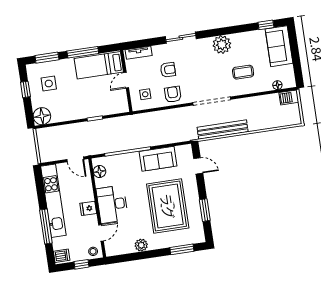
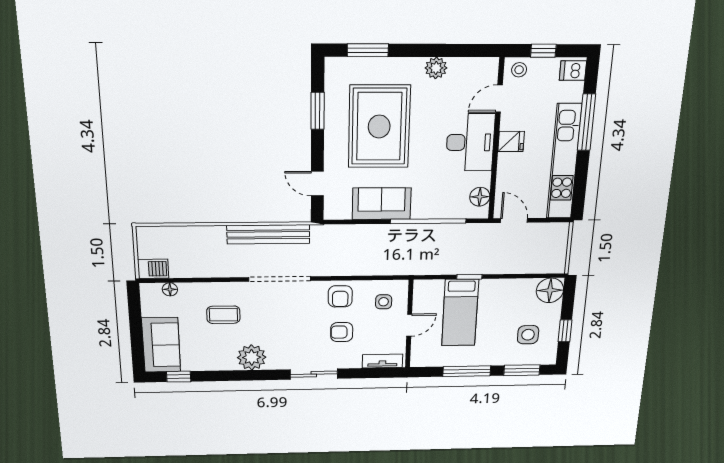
bed: (99, 65) -> (460, 313), moved, turned 90

